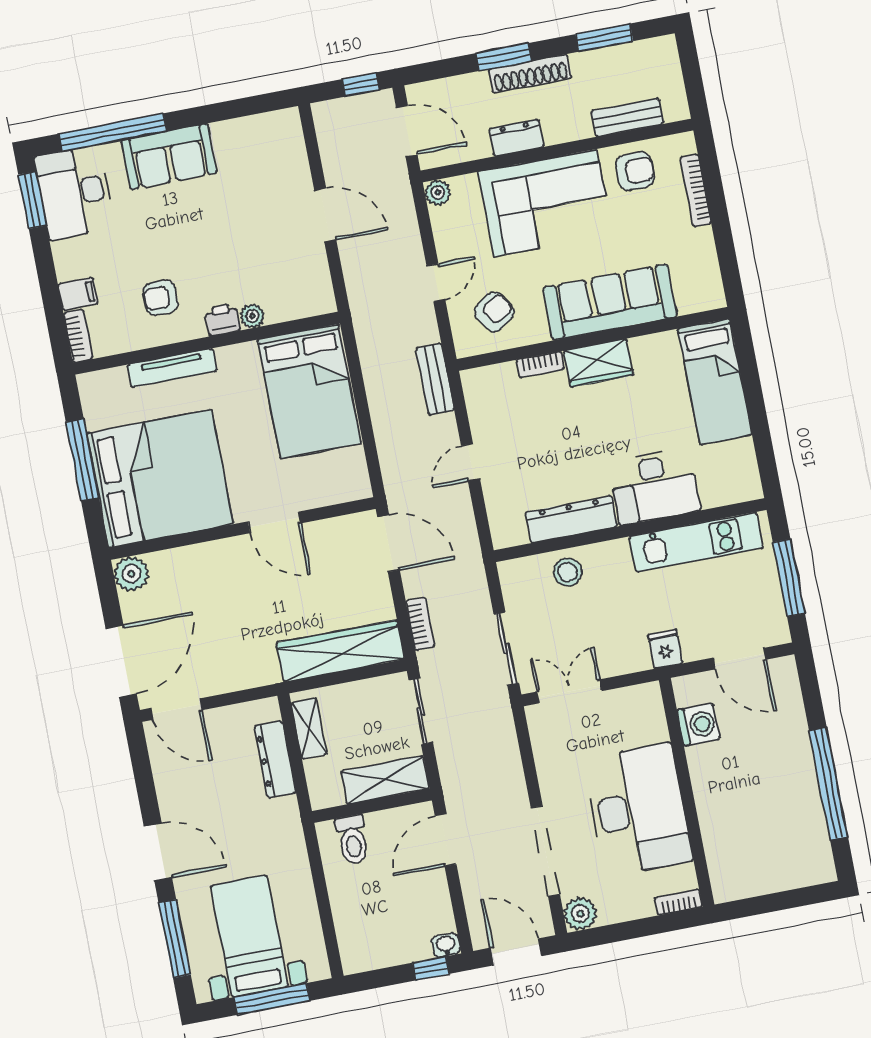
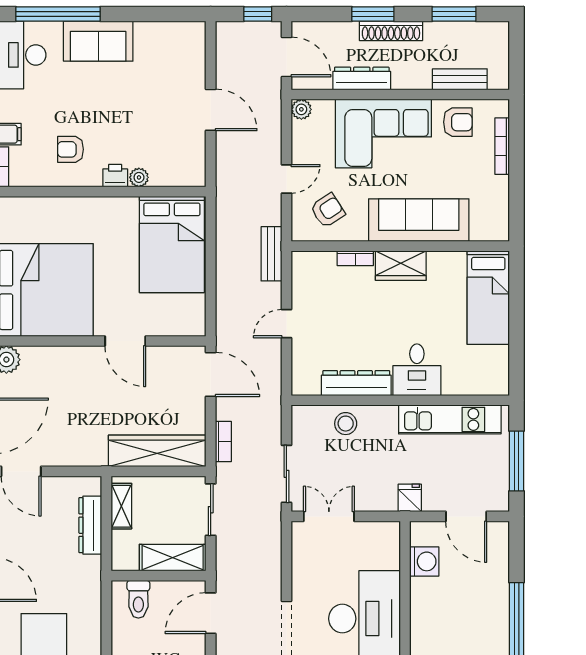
dresser: (516, 138) -> (362, 78), width x1.44
tv unit: (172, 368) -> (69, 206), removed
desk: (654, 486) -> (417, 370), width x0.73

